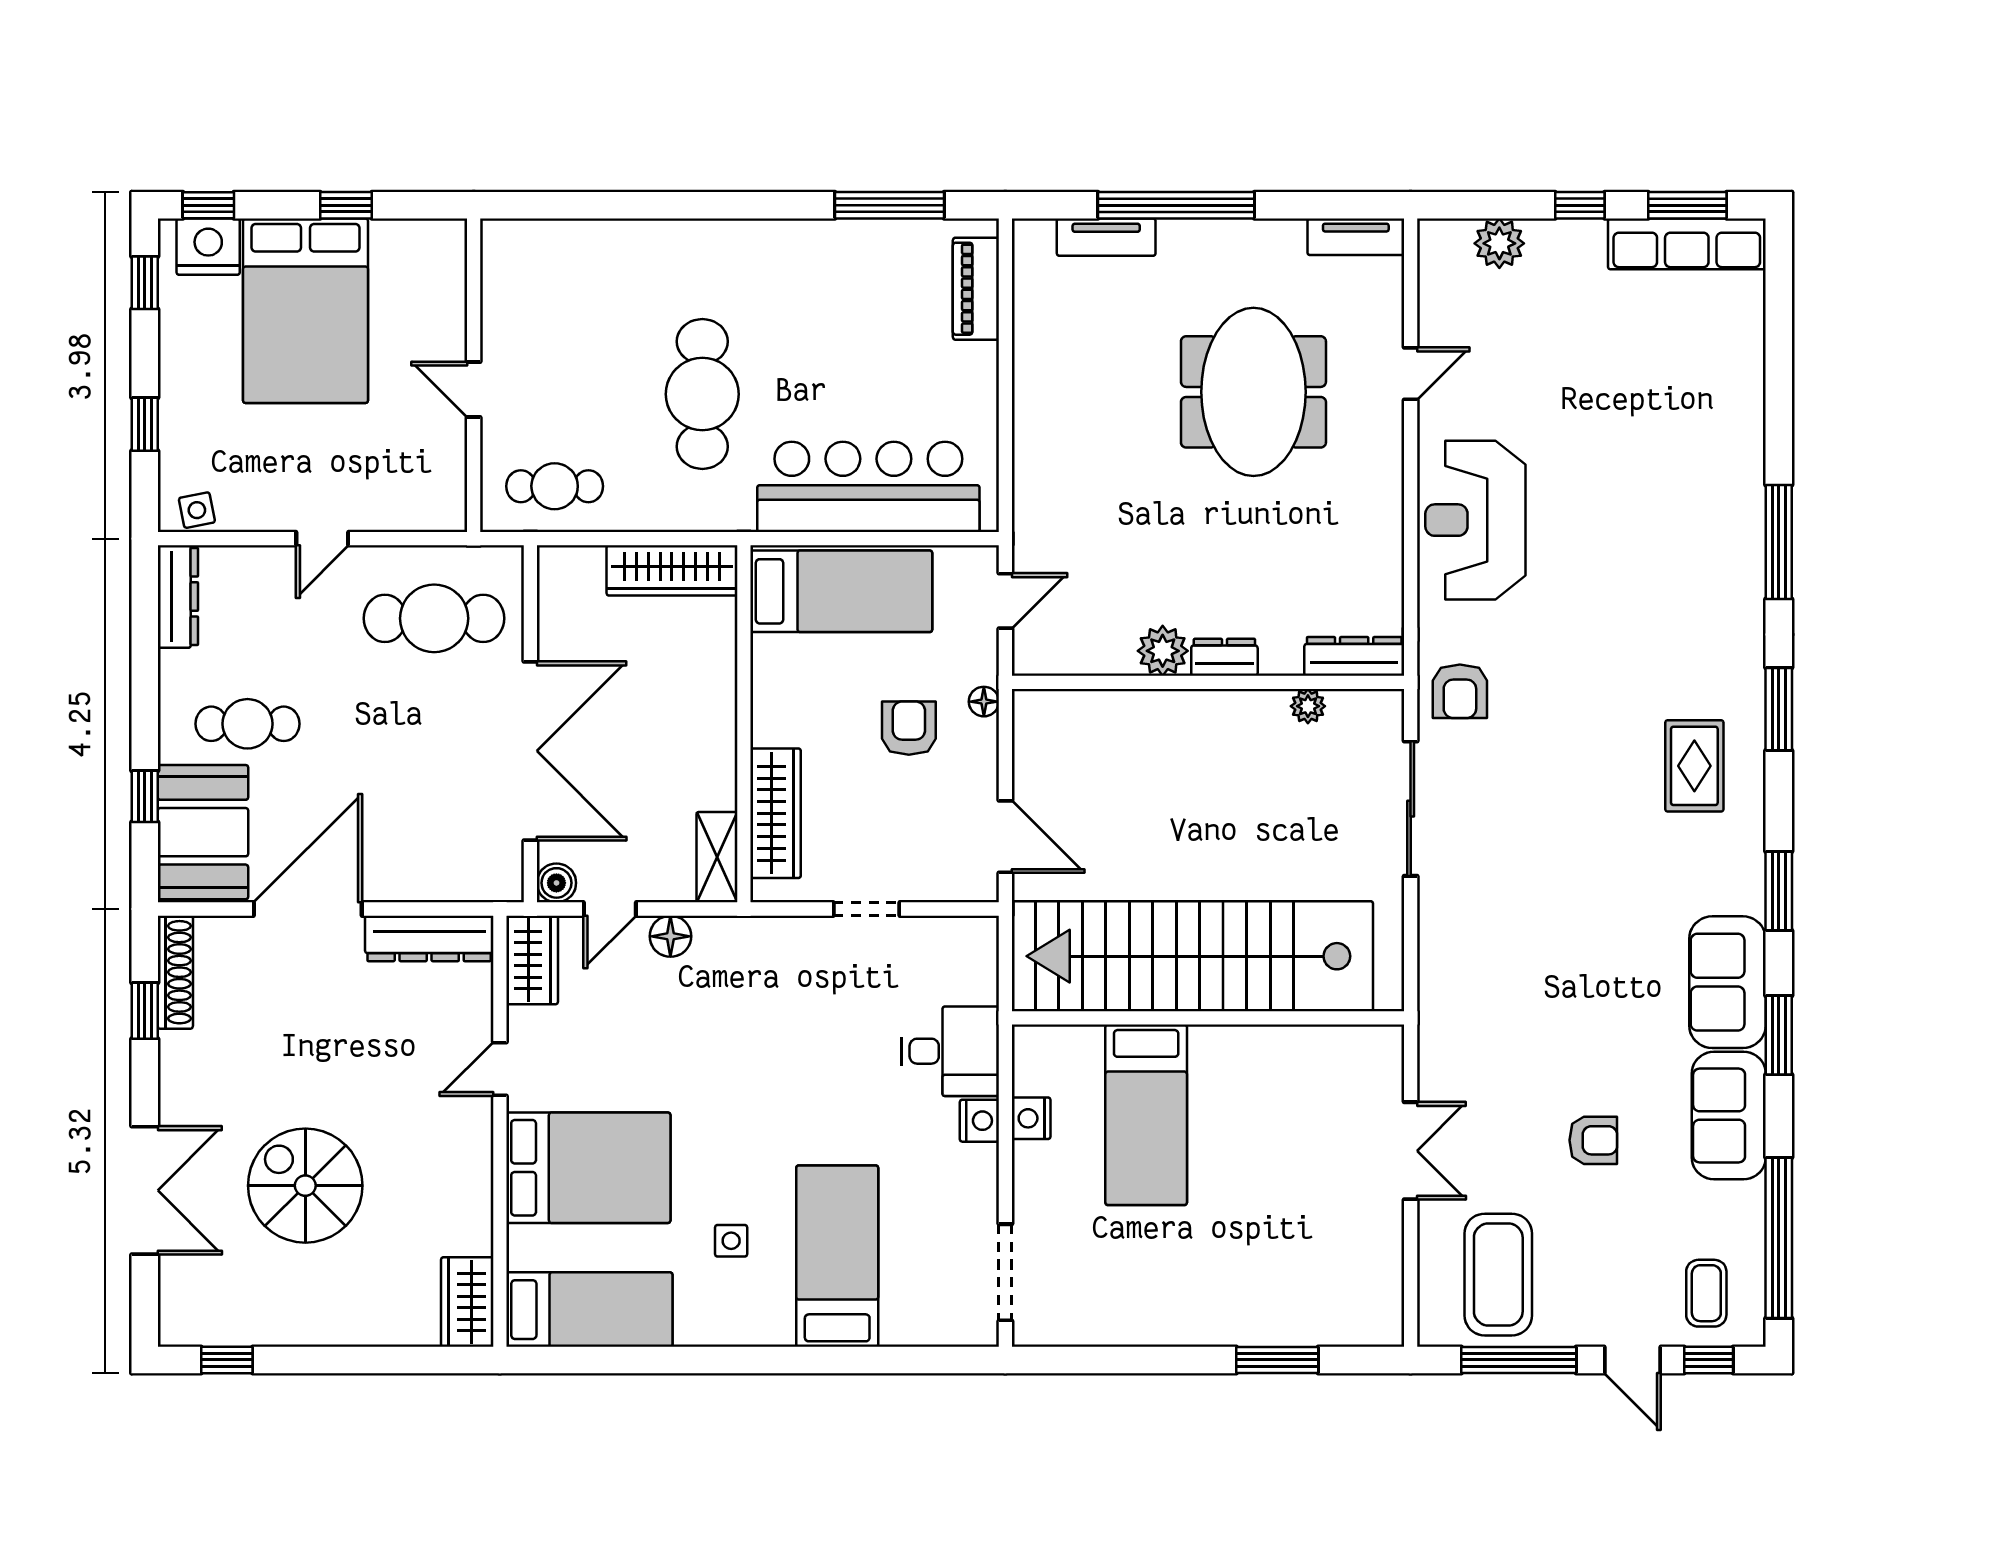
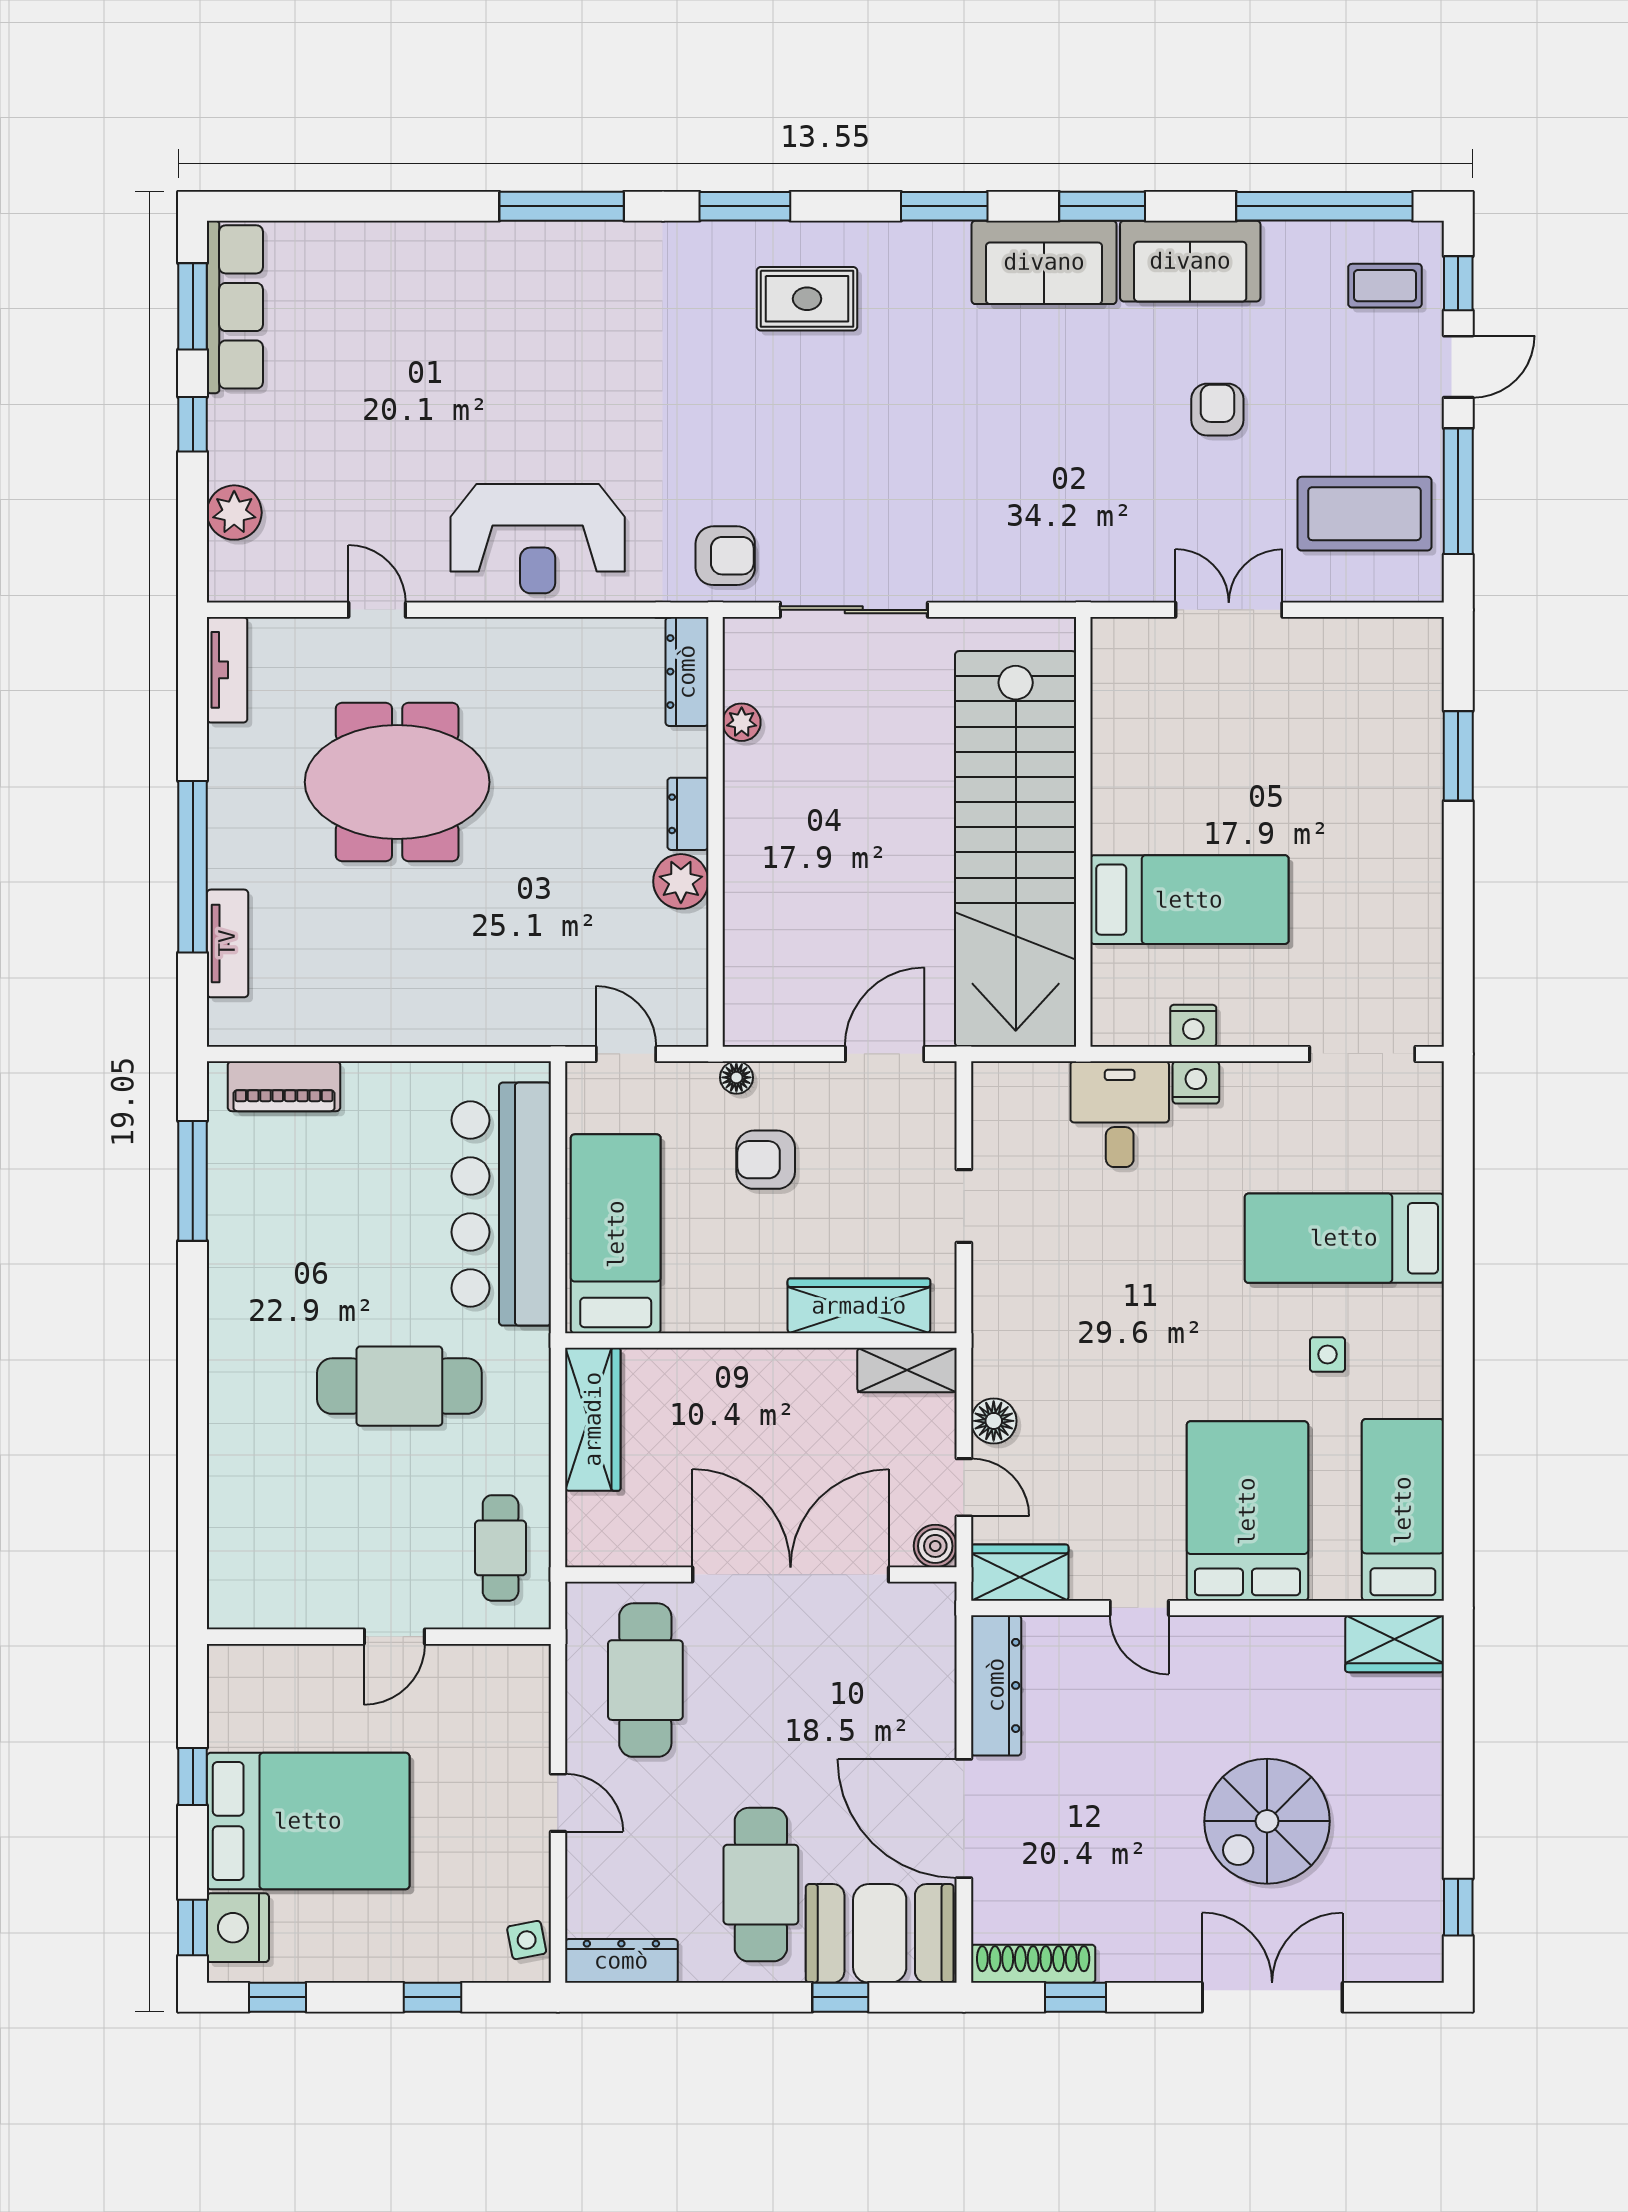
cafe table: (248, 724) -> (761, 1885), width x1.37, depth x1.35

